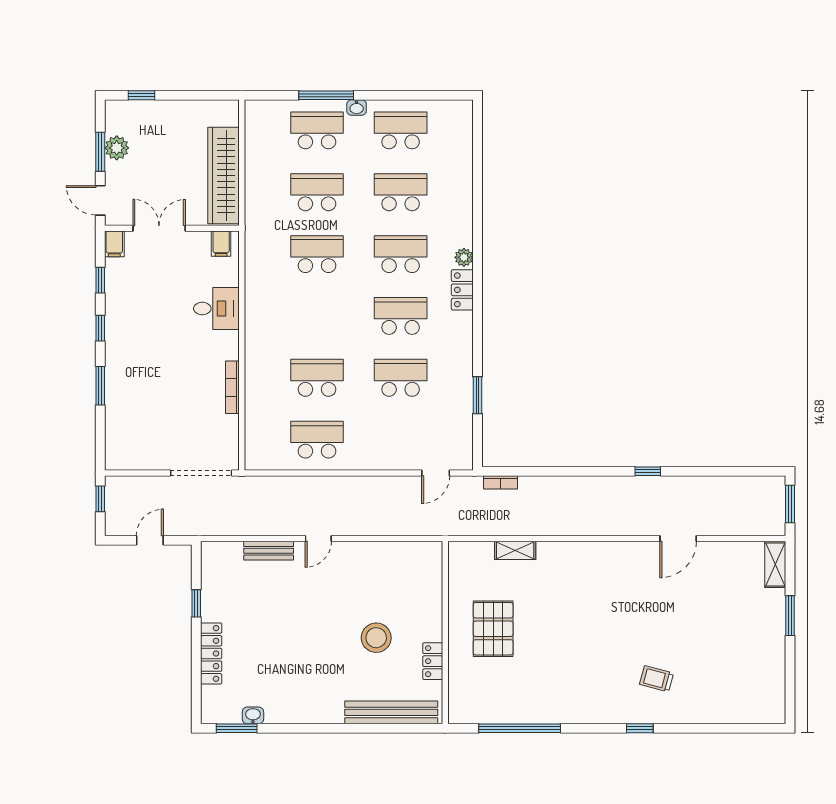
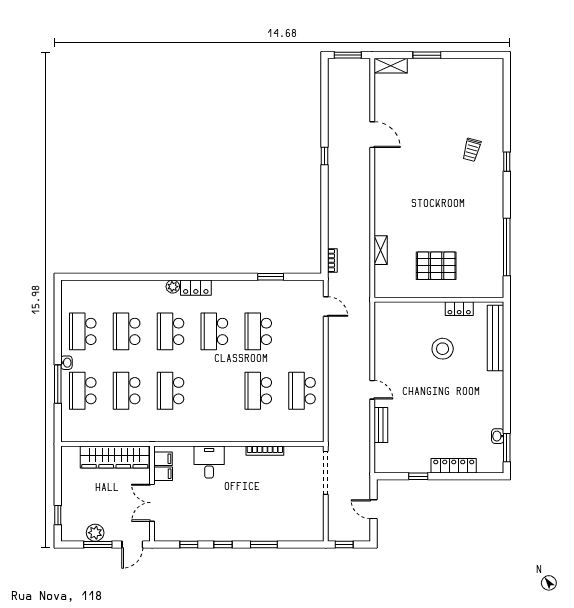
filing cabinet: (114, 244) -> (163, 474), moved

